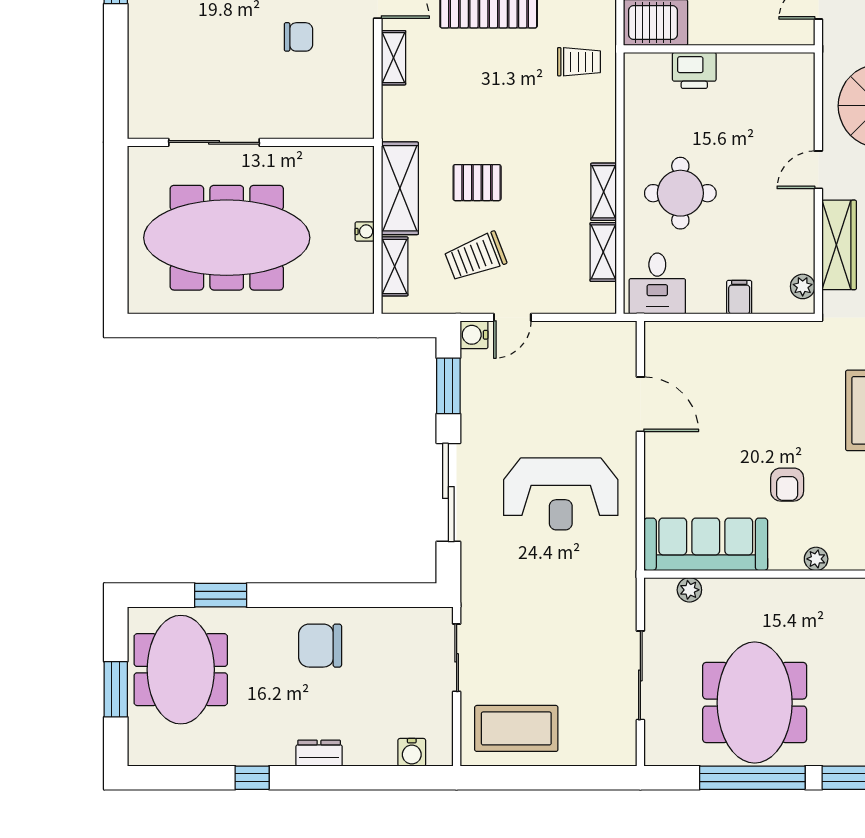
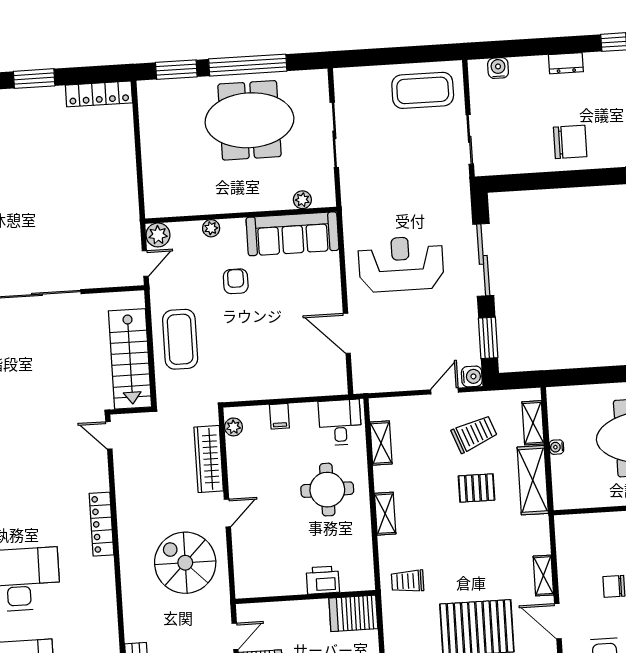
shelving: (604, 192) -> (385, 514), moved
meeting table: (755, 703) -> (249, 120), turned 90

